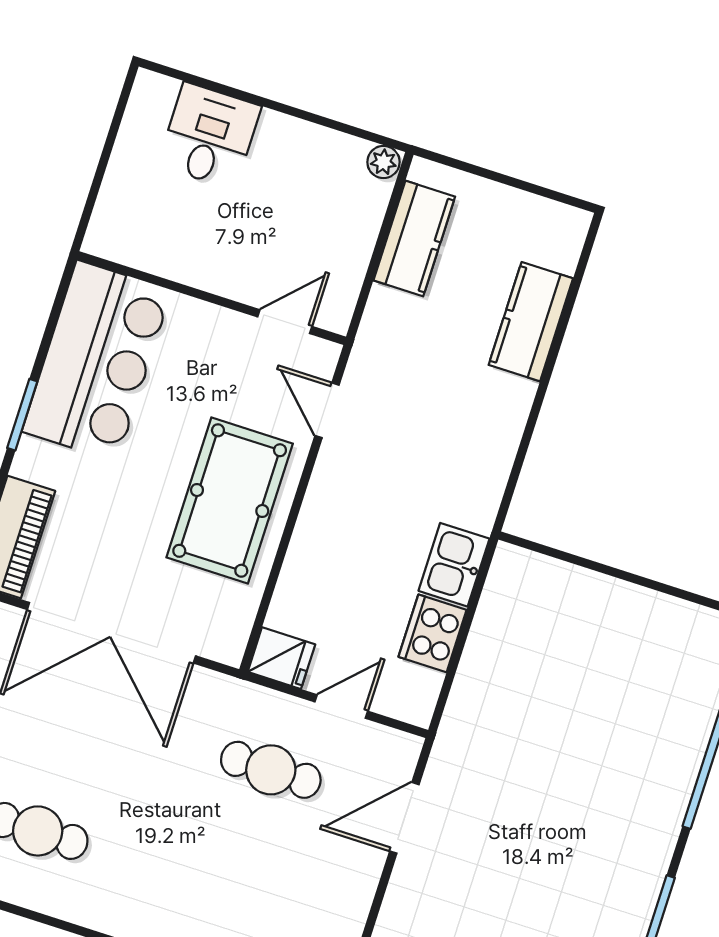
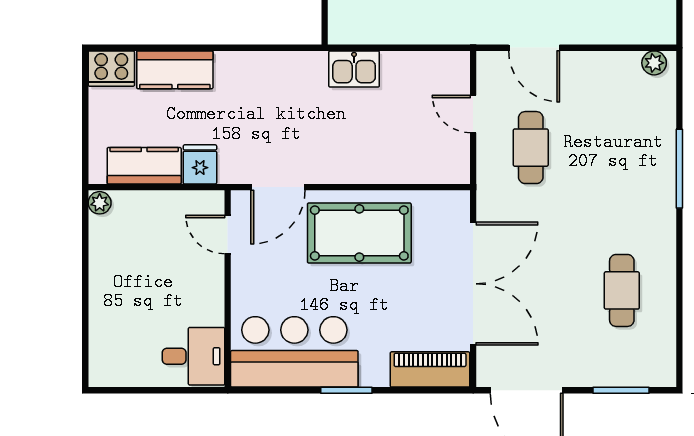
desk: (209, 136) -> (193, 356), moved, turned 180
door: (327, 410) -> (278, 187), width x1.38
cooker: (433, 633) -> (111, 69), moved
fridge: (281, 658) -> (200, 164), moved

